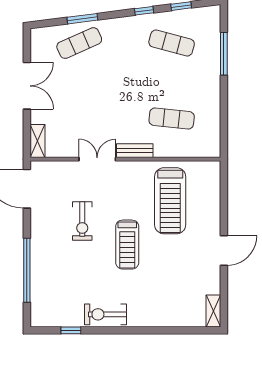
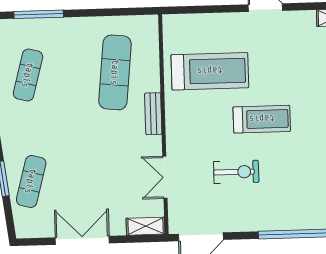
exercise mat: (79, 43) -> (31, 181), turned 39
exercise mat: (172, 119) -> (115, 72), width x1.36, depth x1.45
double door: (97, 159) -> (165, 177), moved

